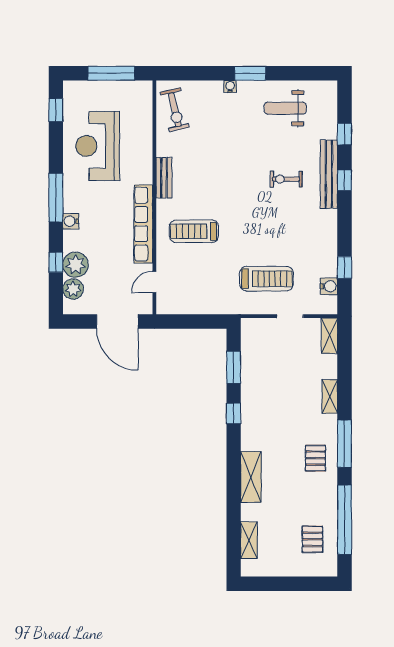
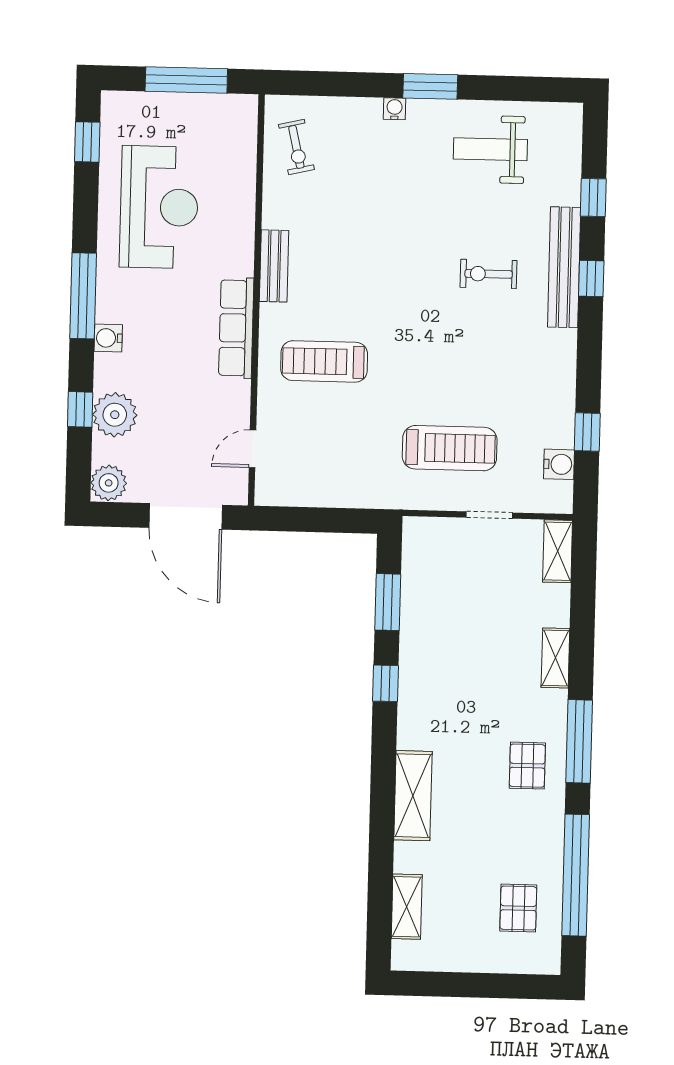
exercise bike: (175, 110) -> (296, 147), width x0.73, depth x0.72
reception desk: (98, 146) -> (159, 207), turned 180
row of seats: (143, 224) -> (236, 328), width x0.73
plant: (73, 289) -> (109, 483), moved

